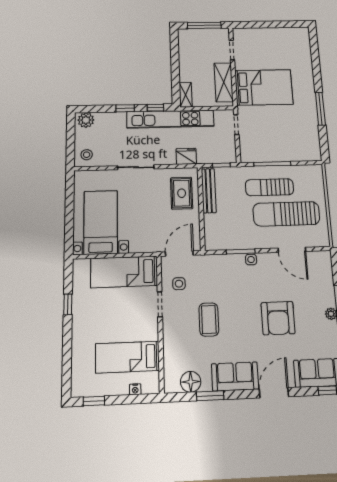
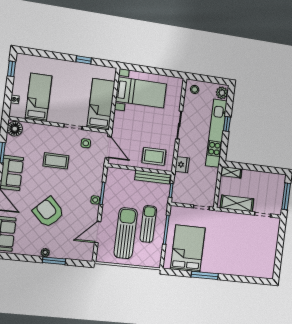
bed: (264, 87) -> (188, 249), moved, turned 180
window: (155, 108) -> (224, 147), removed
kitchen unit: (170, 119) -> (216, 133), moved
armchair: (278, 318) -> (49, 212), turned 45
floor lamp: (191, 382) -> (15, 129), moved

